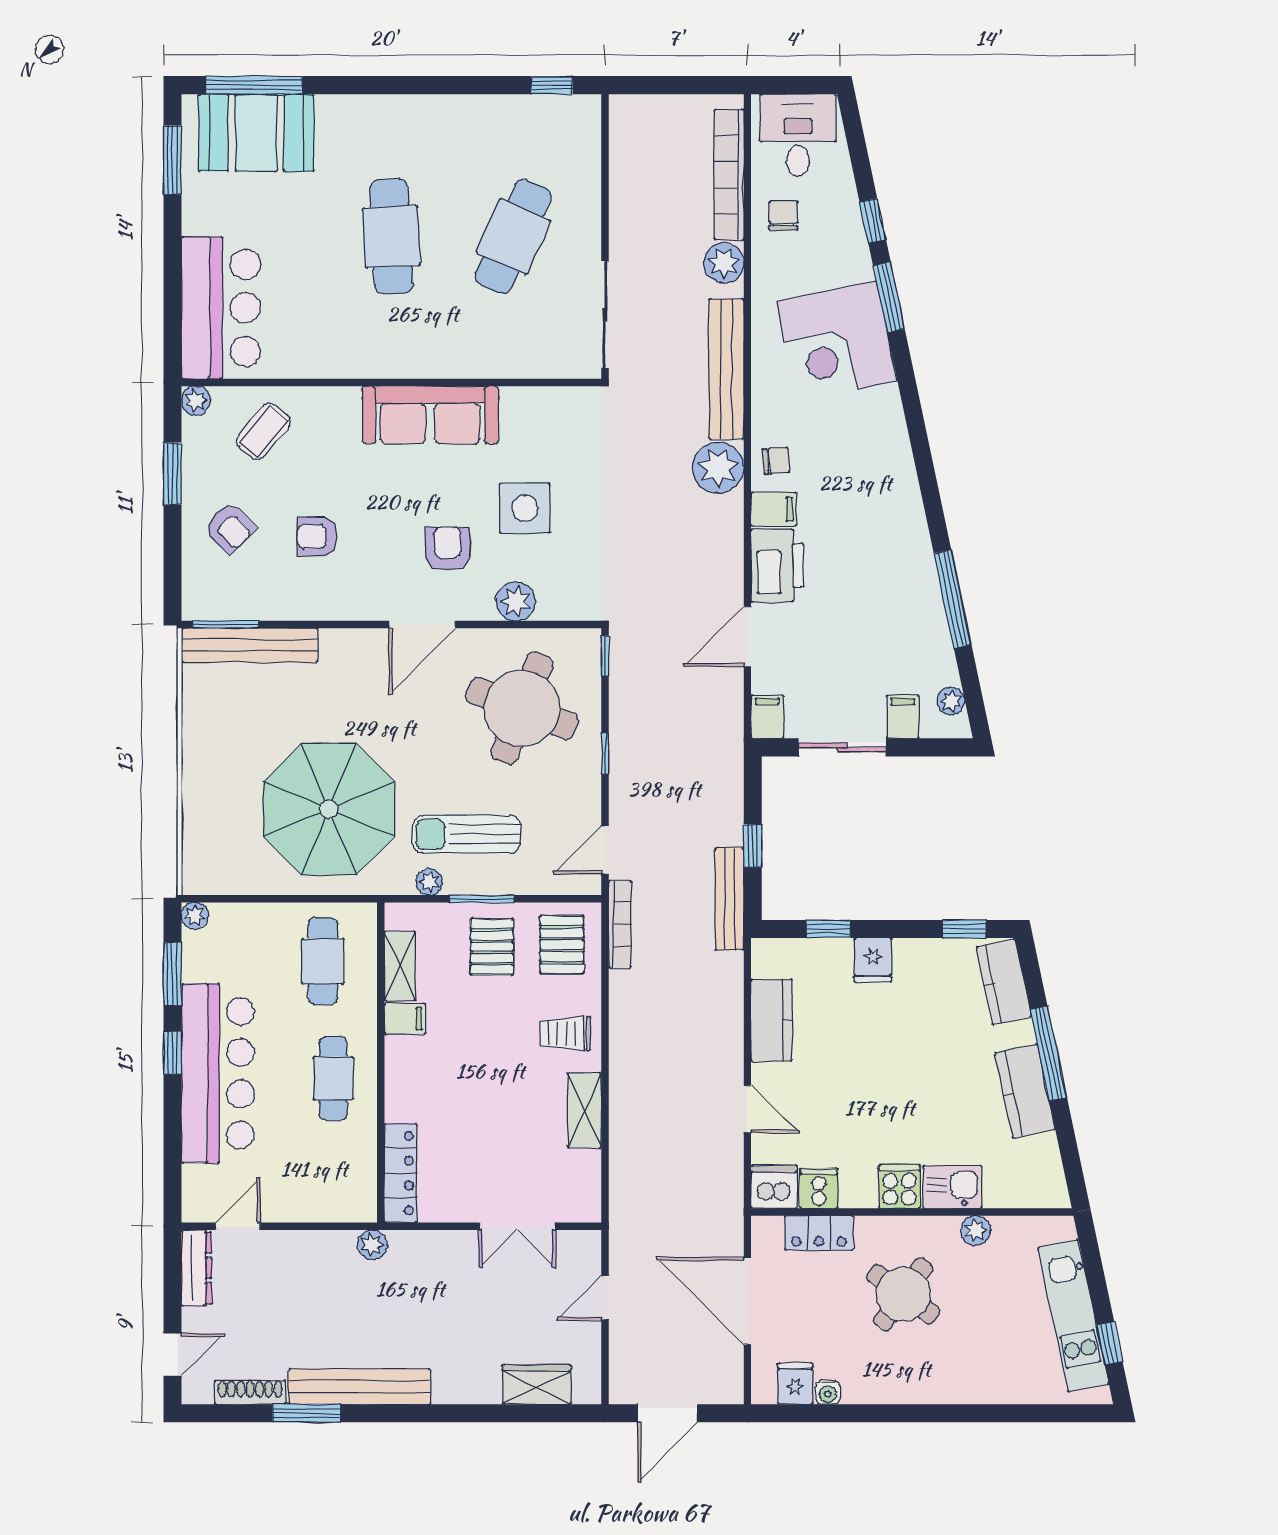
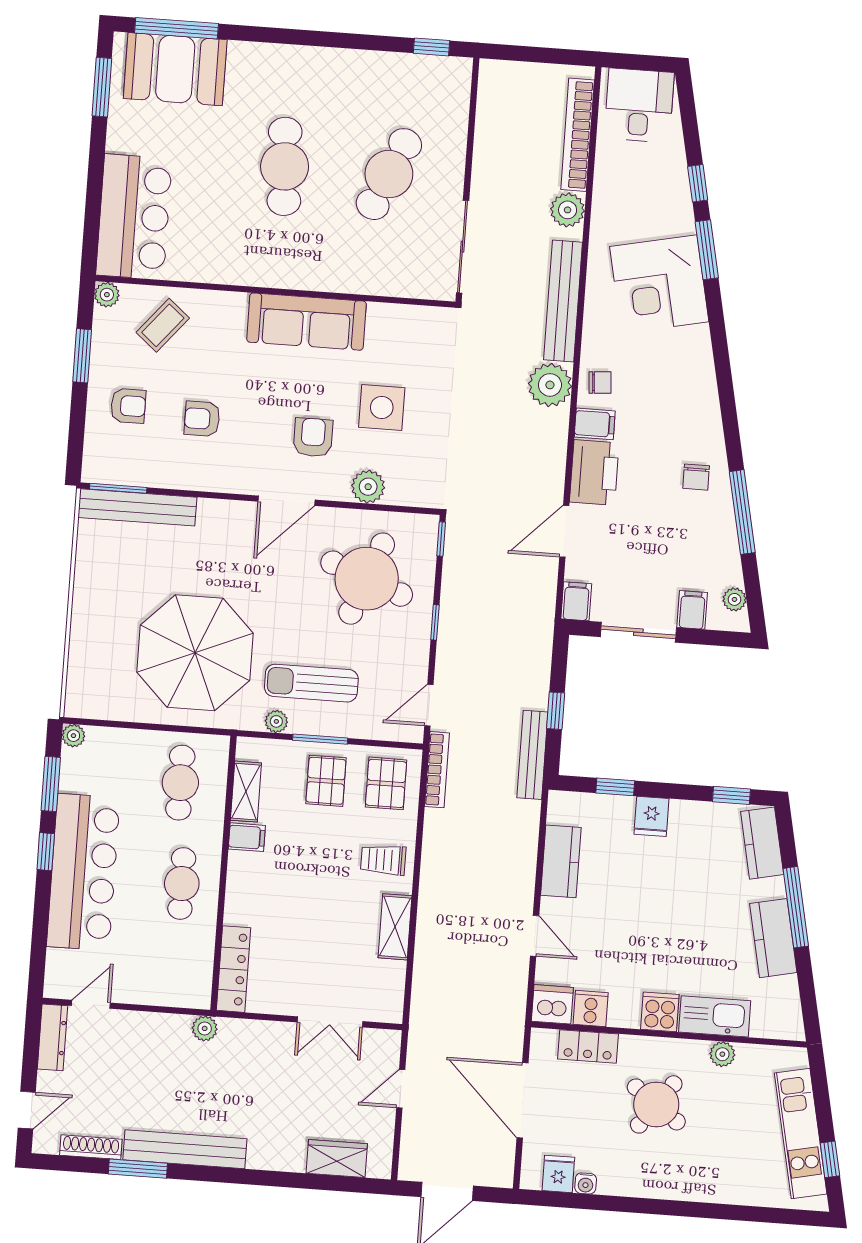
chair: (784, 216) -> (696, 477), moved, turned 180
armchair: (230, 528) -> (128, 406), turned -46
kitchen sink: (953, 1187) -> (715, 1016), width x1.38

